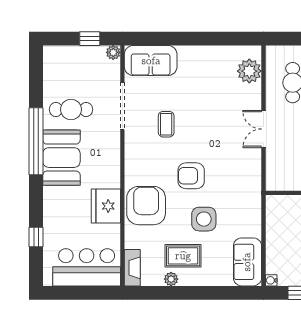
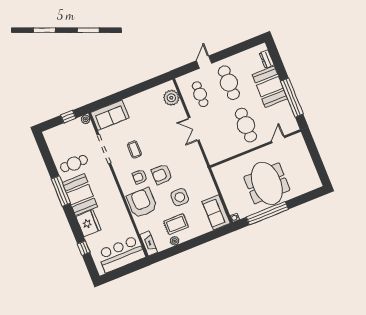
window: (36, 141) -> (61, 191), width x0.68
armchair: (158, 166) -> (140, 177), added
fridge: (106, 206) -> (88, 223), moved, turned 180

